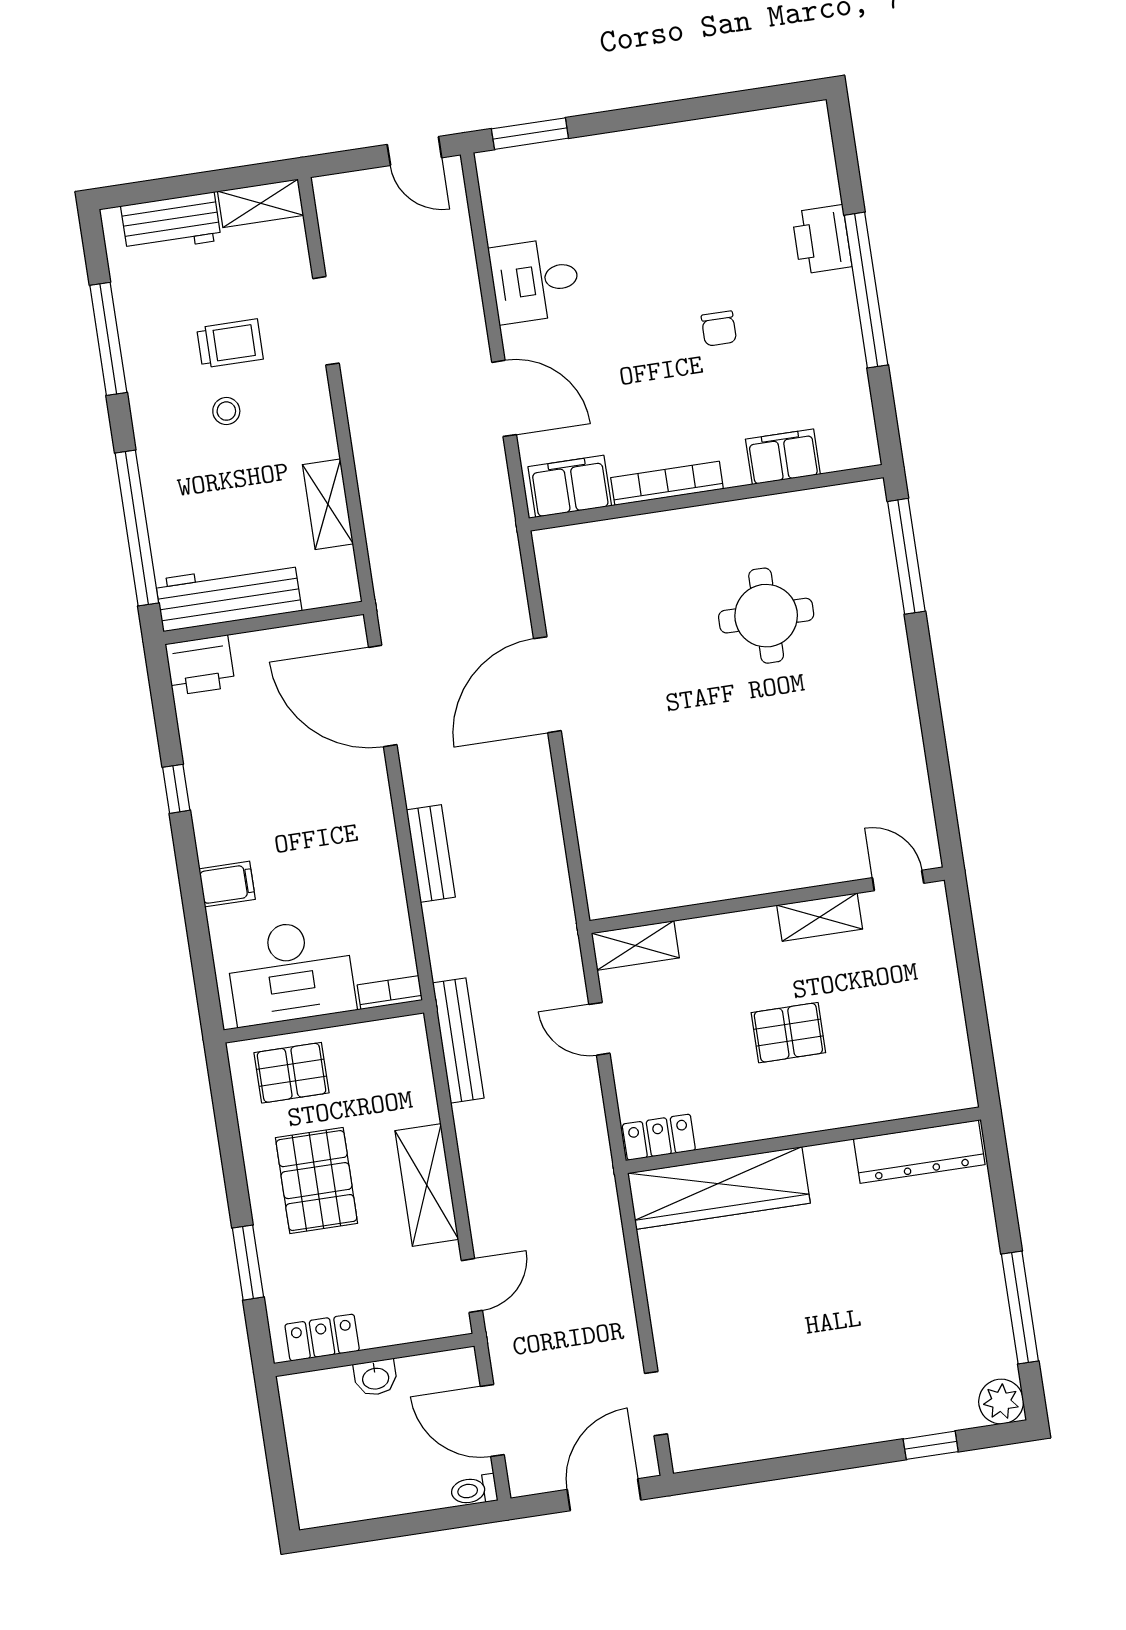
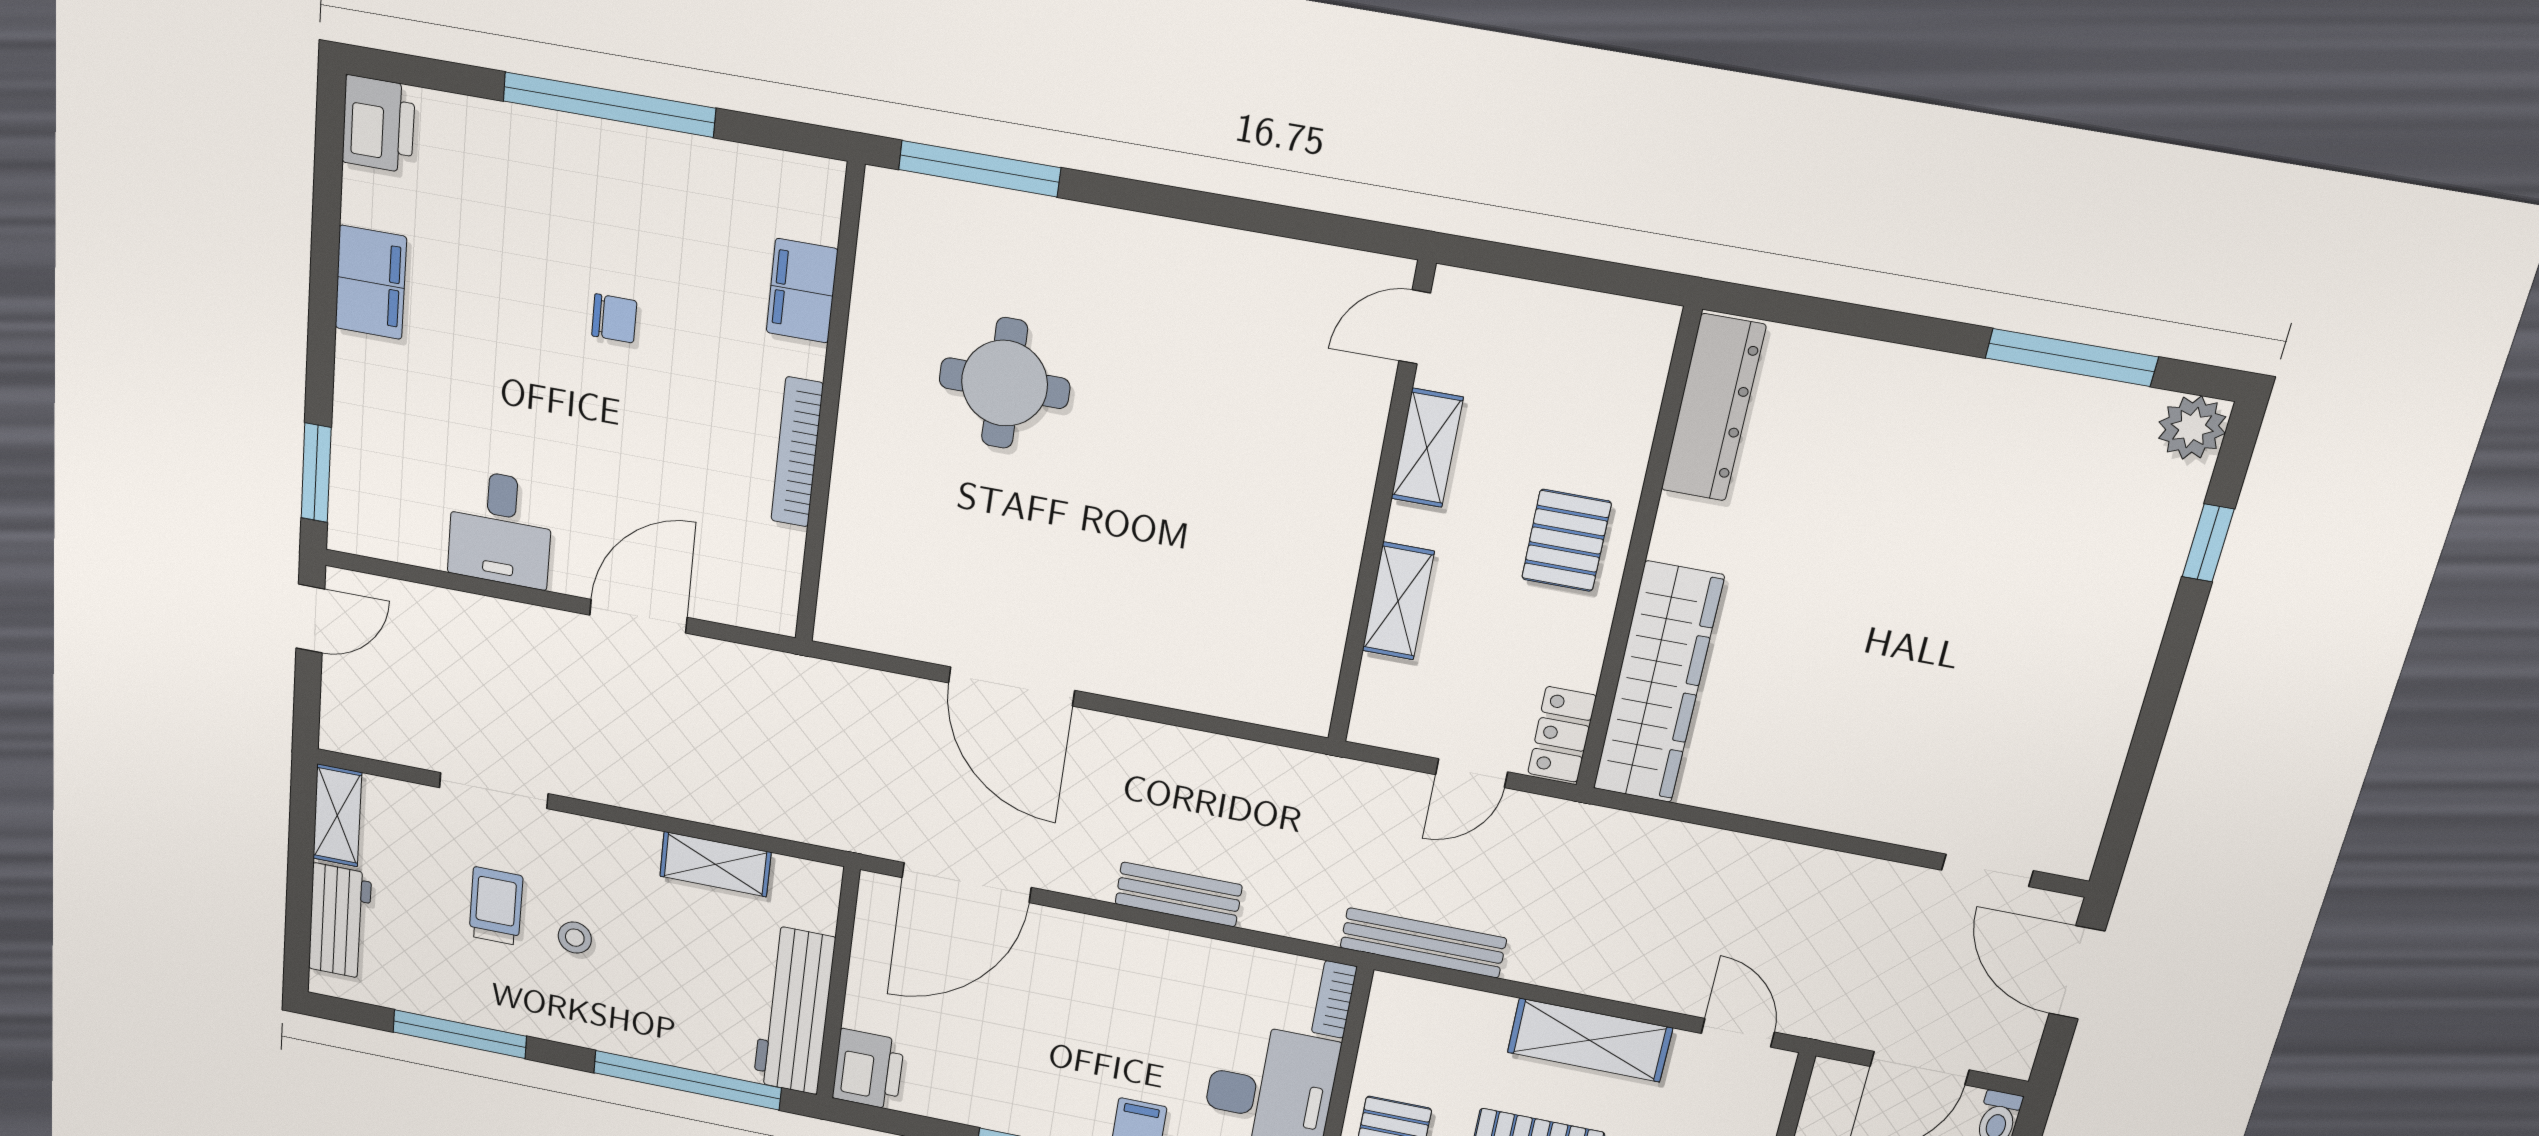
printer: (822, 239) -> (379, 124), moved, turned -90
filing cabinet: (570, 486) -> (371, 282), moved, turned 180
shelving: (635, 945) -> (1398, 601), moved
locker: (659, 1137) -> (1562, 734), moved
wall: (803, 1140) -> (1637, 555), moved
dresser: (919, 1152) -> (1713, 408), moved
wardrobe: (719, 1188) -> (1658, 683), moved

